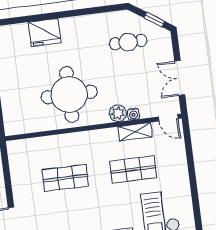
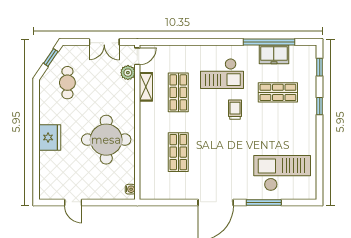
fridge: (45, 32) -> (50, 137), moved
plant: (118, 113) -> (128, 73), moved
water cooler: (133, 114) -> (130, 189), moved

